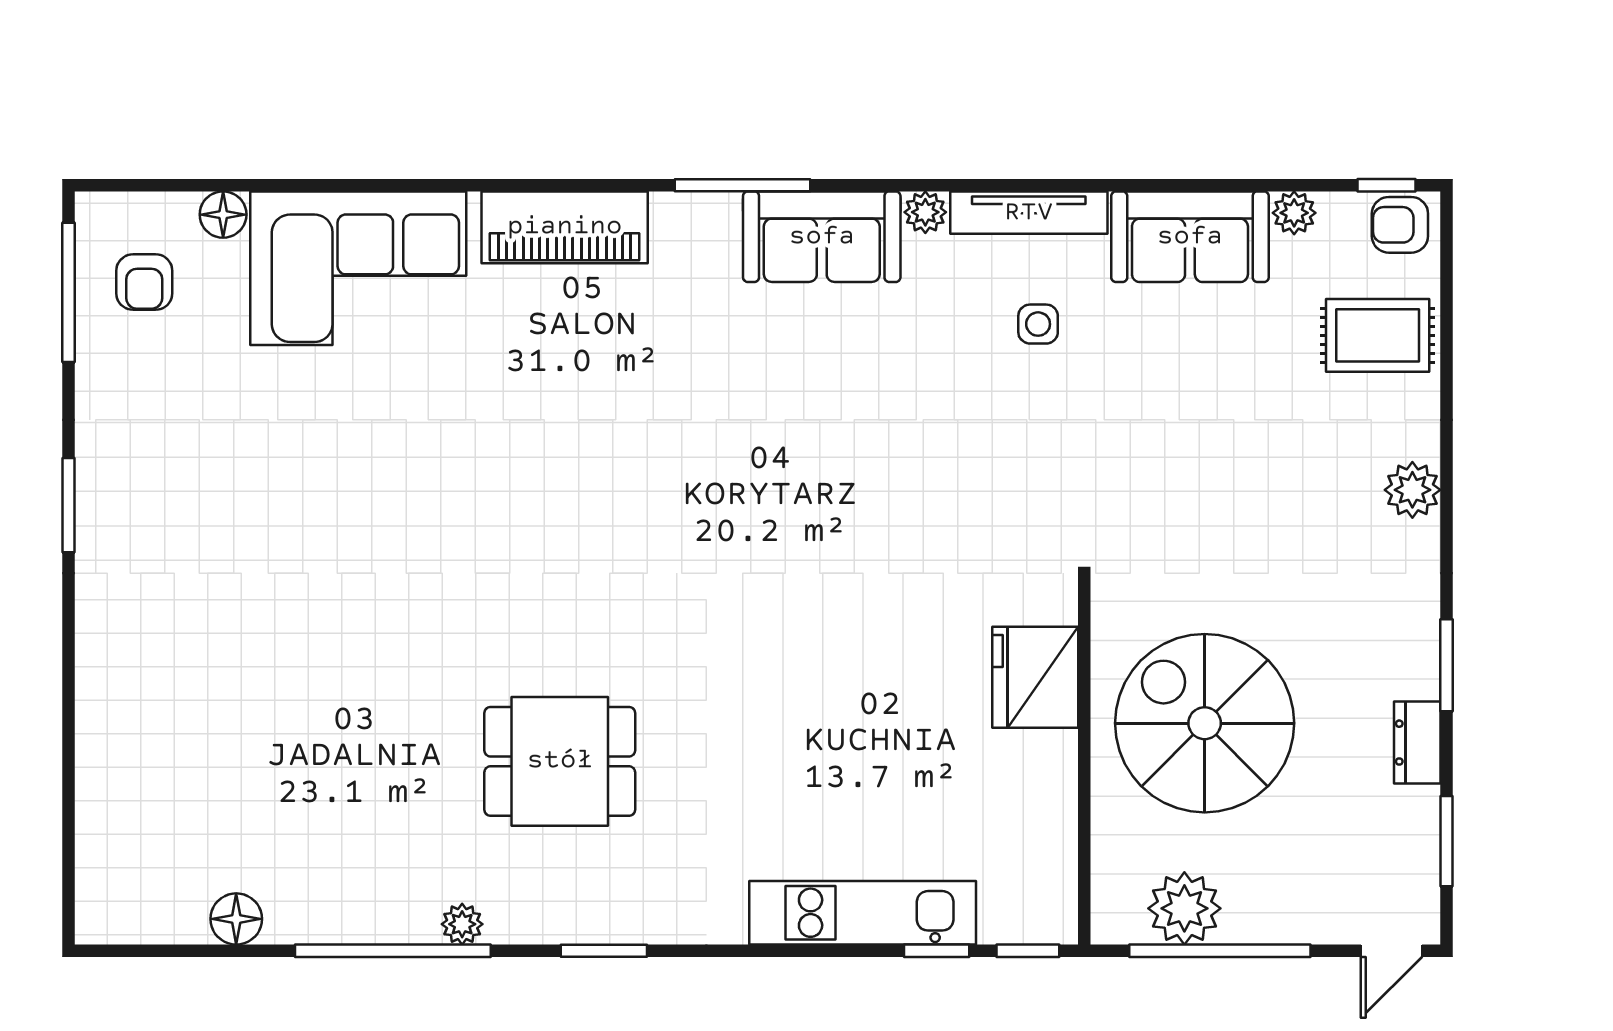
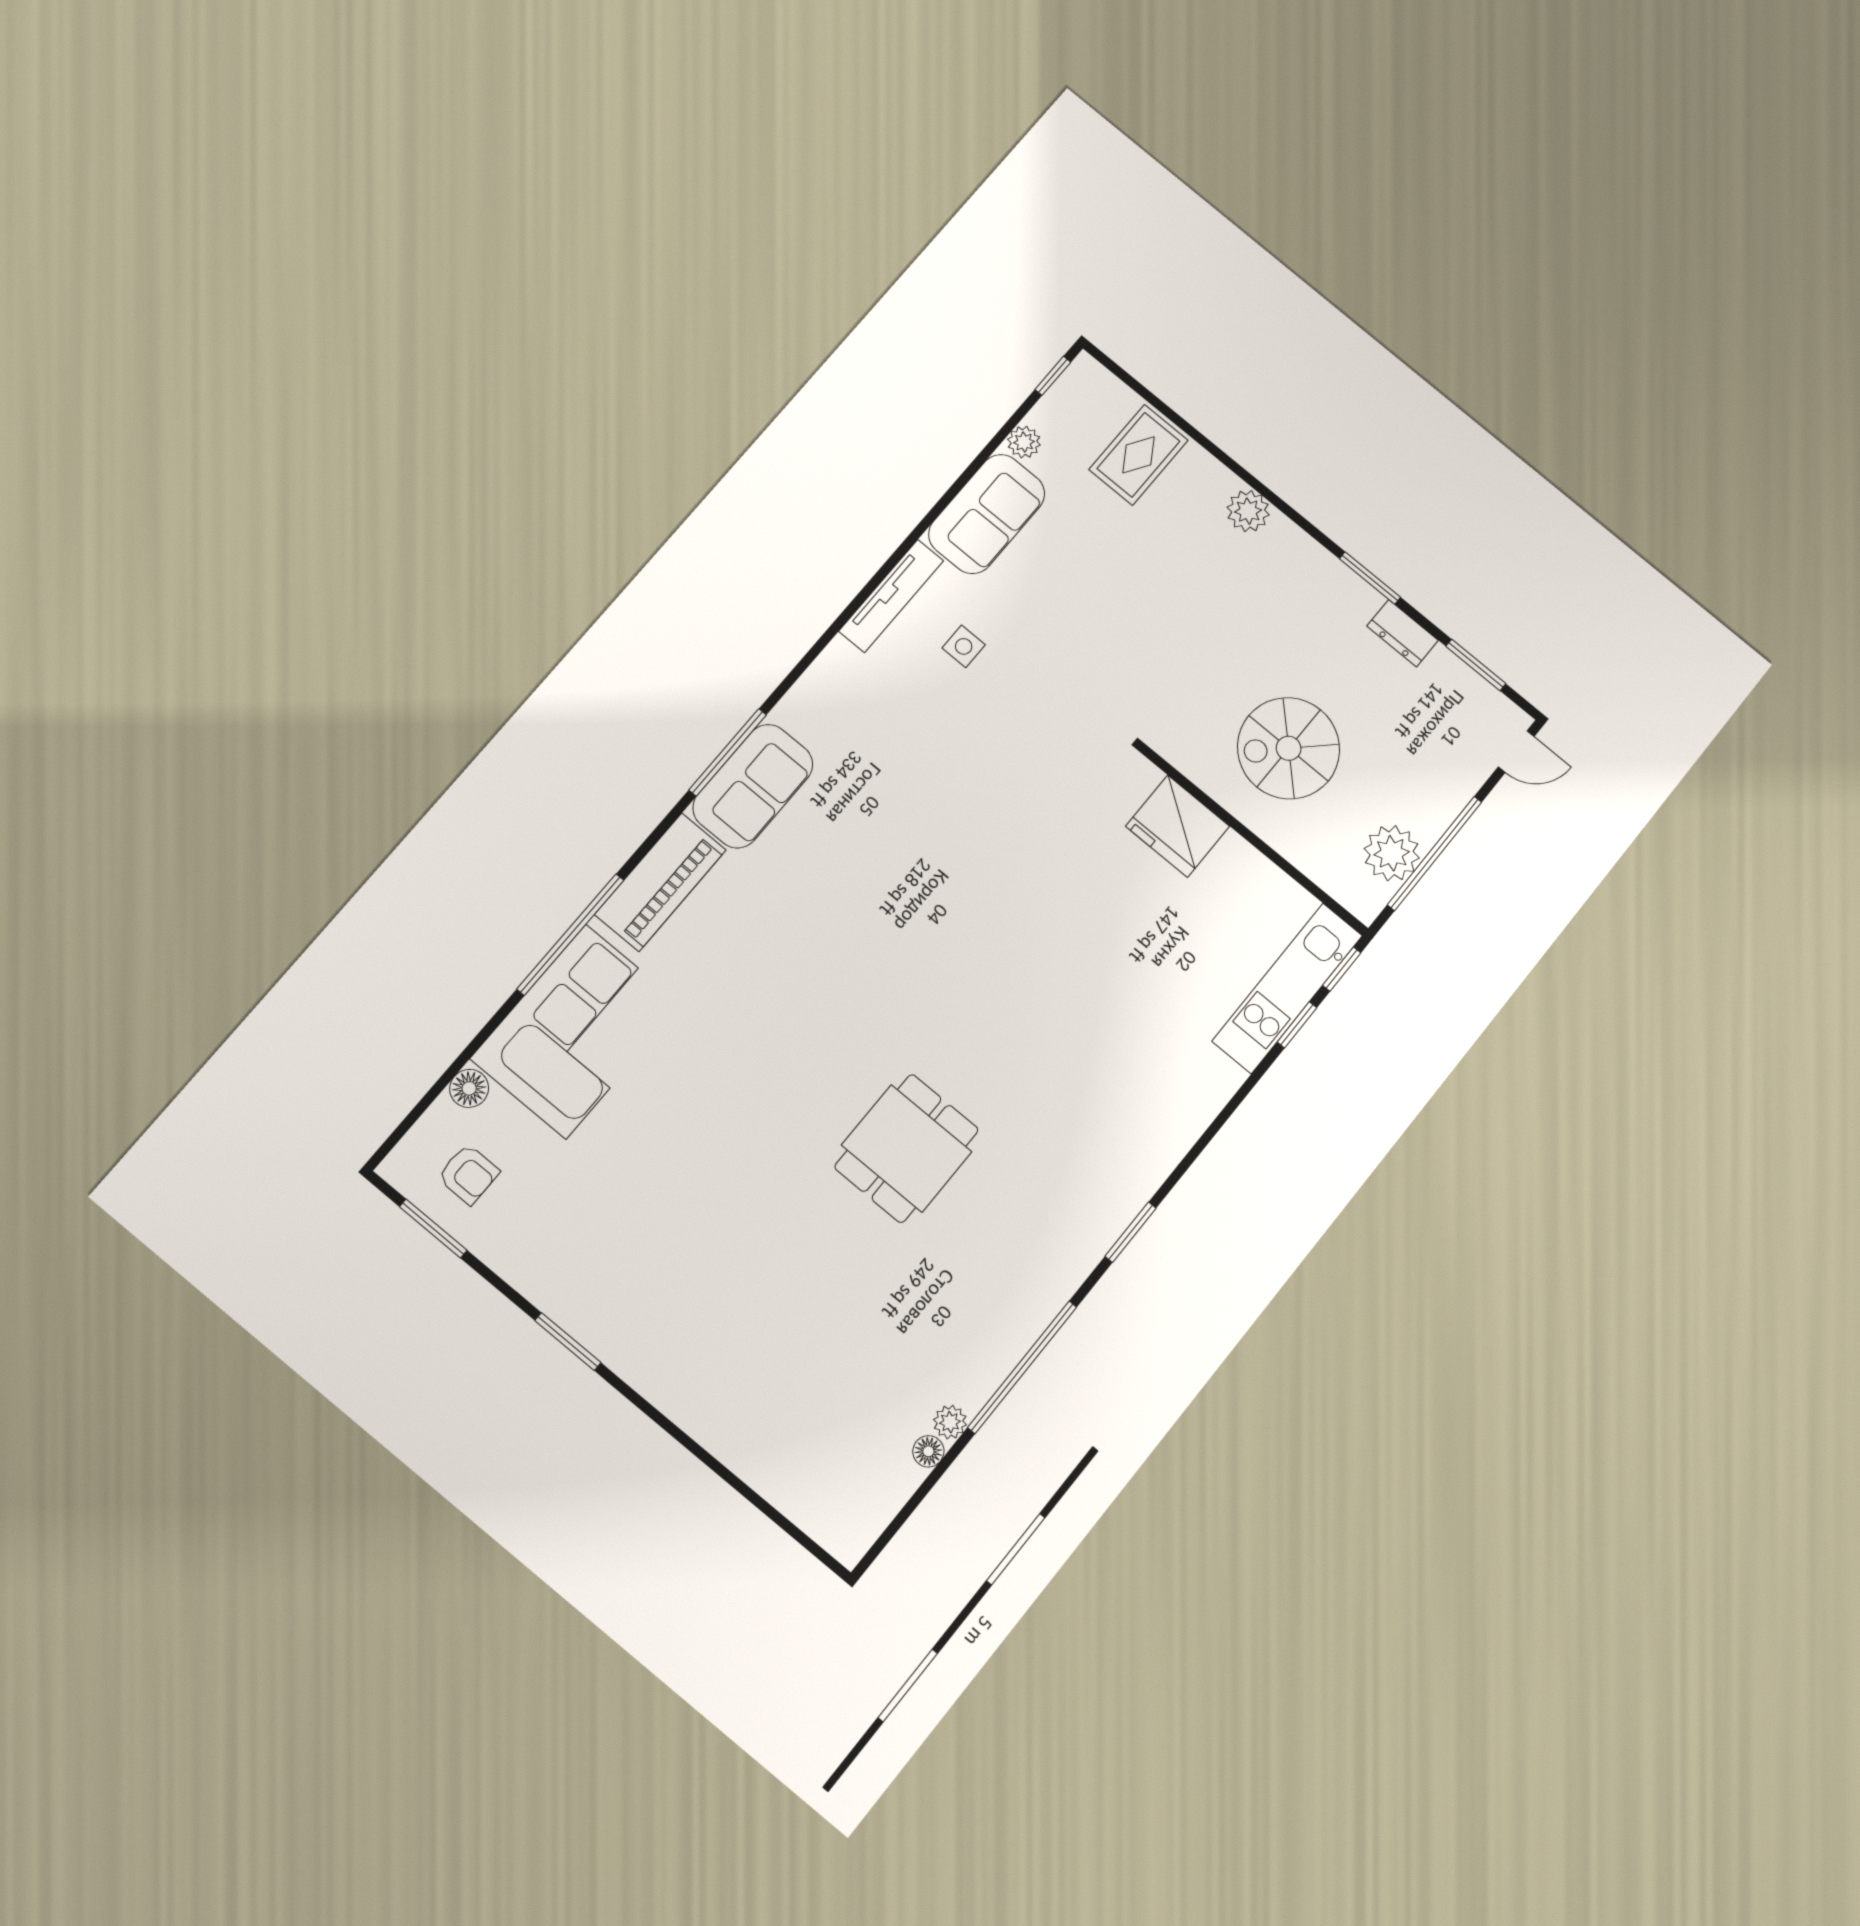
window: (444, 185) -> (570, 934), added
plant: (925, 212) -> (838, 657), removed
armchair: (1400, 225) -> (1083, 388), removed
sofa: (822, 237) -> (753, 786), moved
window: (68, 292) -> (433, 1228), width x0.69
spiral stairs: (1205, 723) -> (1289, 748), width x0.73, depth x0.73
dining table: (560, 761) -> (907, 1148), moved
kitchen unit: (863, 913) -> (1287, 988), moved
floor lamp: (236, 919) -> (928, 1451), width x0.73, depth x0.73
plant: (462, 924) -> (950, 1422), moved
door: (1392, 951) -> (1516, 752), hinge flipped

